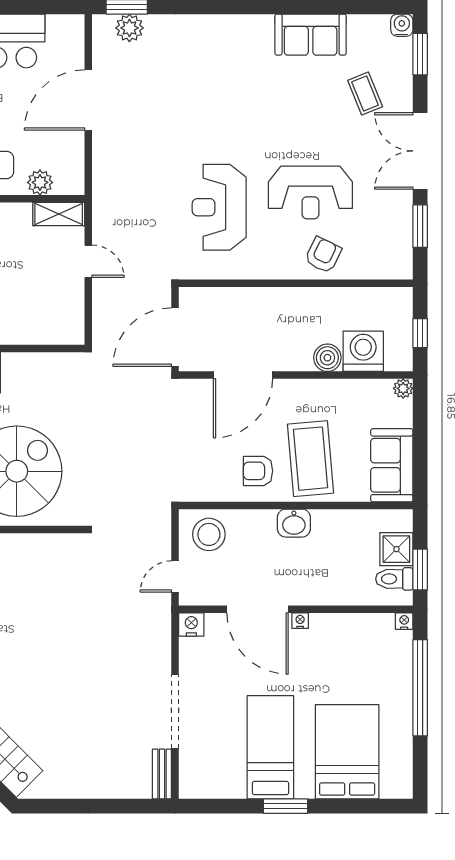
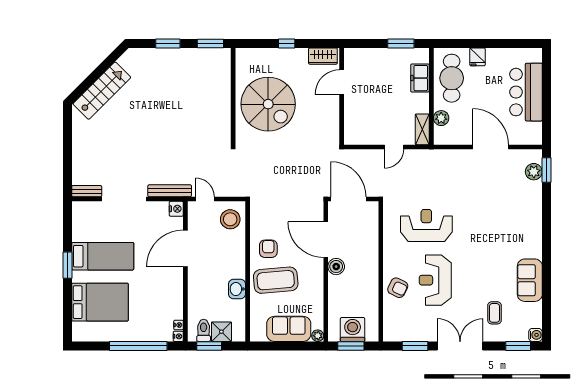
coffee table: (365, 94) -> (494, 313), turned -68
window: (420, 333) -> (351, 346), width x1.50
washing machine: (363, 351) -> (353, 330), moved, turned -90
boiler: (327, 358) -> (336, 267), moved
sofa: (392, 465) -> (289, 329), moved
washbasin: (294, 523) -> (237, 289), moved
nightstand: (300, 621) -> (179, 325), moved
bench: (161, 636) -> (170, 191), added

